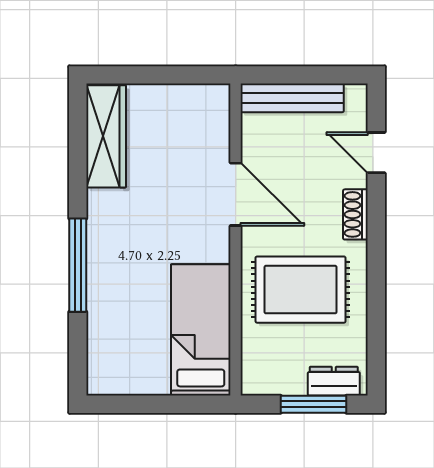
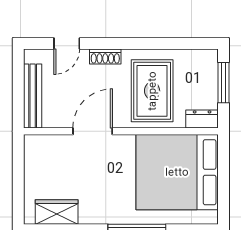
wardrobe: (106, 136) -> (57, 212), width x0.67
bed: (201, 330) -> (177, 172), width x2.04
dresser: (334, 381) -> (202, 119), moved, turned 90

